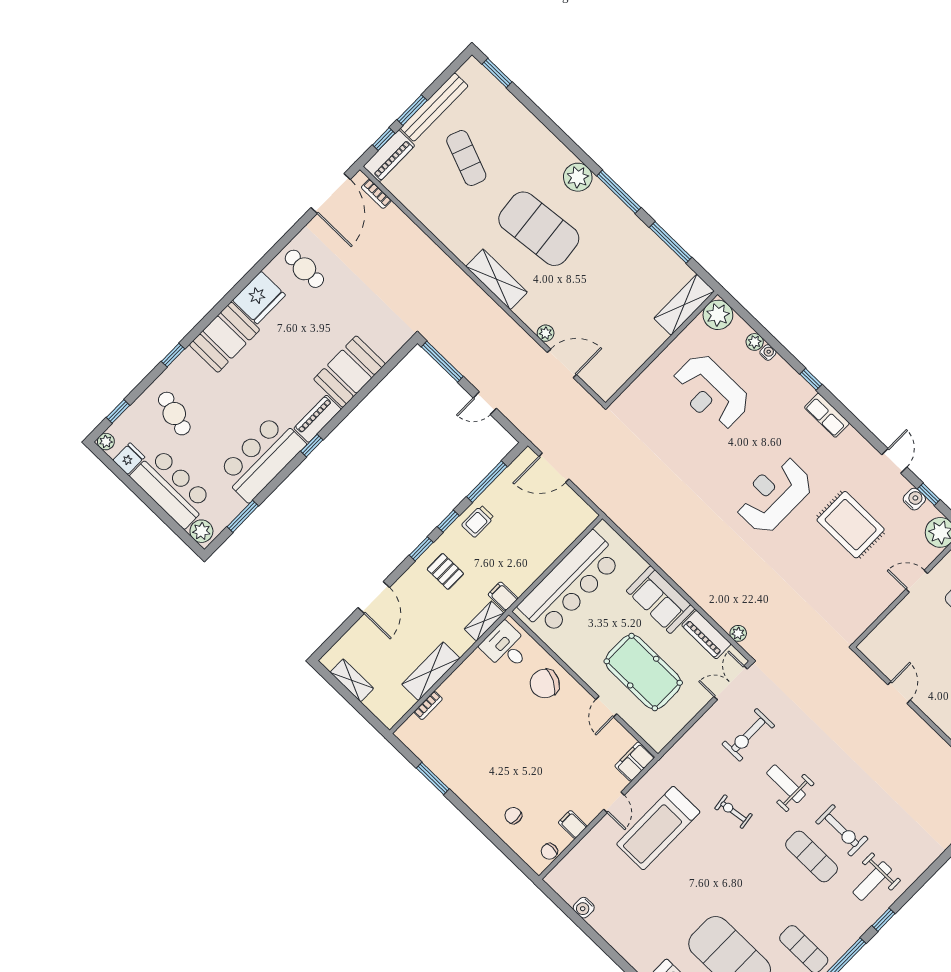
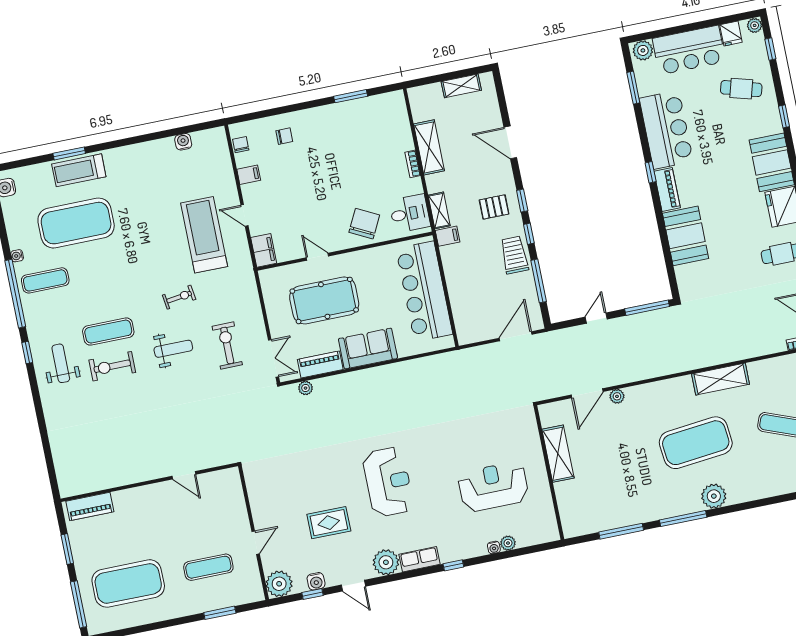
shelving: (497, 279) -> (720, 379), moved
shelving: (684, 305) -> (558, 454), moved
plant: (718, 315) -> (386, 562), moved
trolley: (478, 521) -> (514, 255), width x1.36, depth x1.39
rug: (851, 525) -> (329, 523), width x0.73, depth x0.70
bookcase: (428, 705) -> (413, 164), moved

